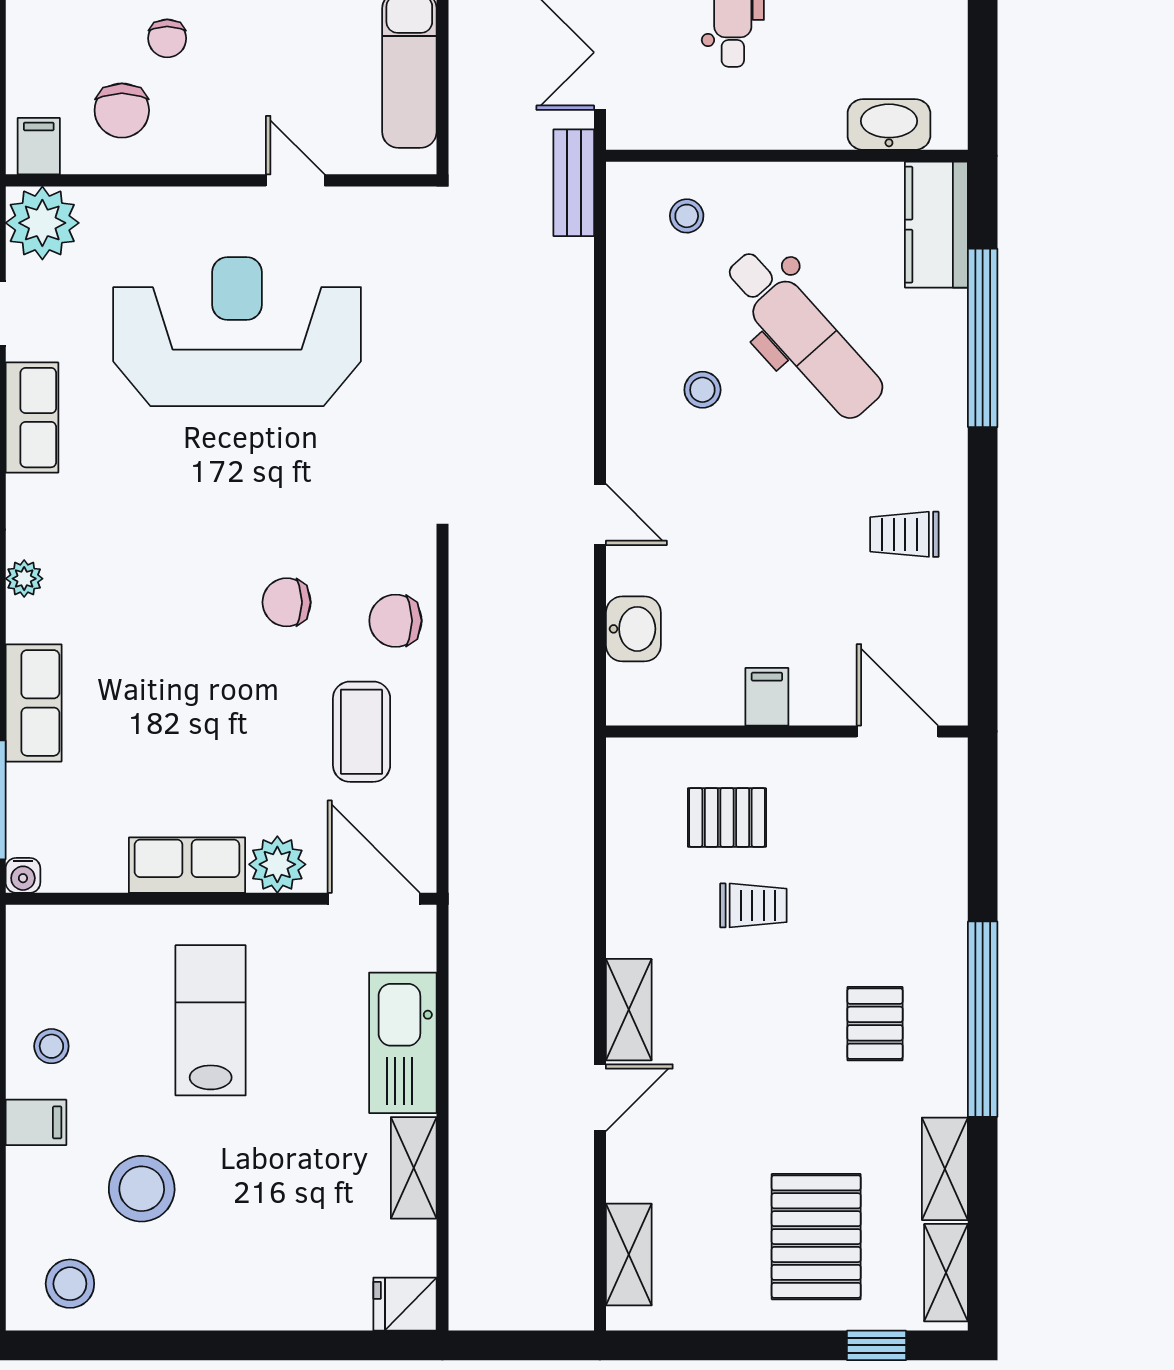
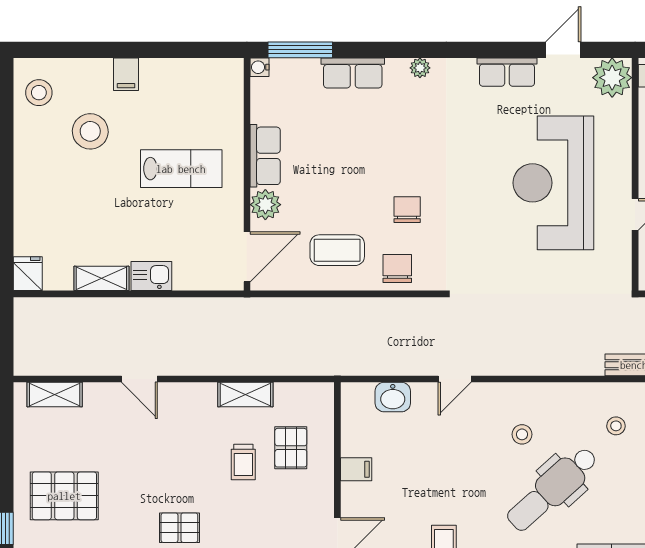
reception desk: (237, 332) -> (553, 183), turned 180
shelving: (629, 1010) -> (245, 395), moved
kitchen sink: (403, 1043) -> (151, 276), width x0.53, depth x0.81
stool: (51, 1046) -> (167, 83), removed

